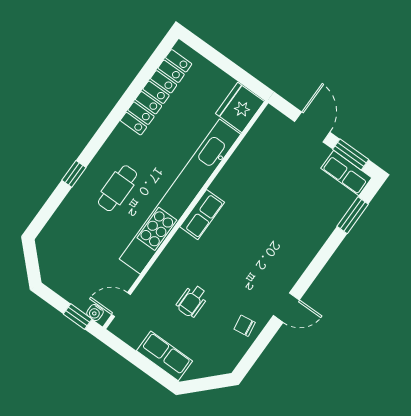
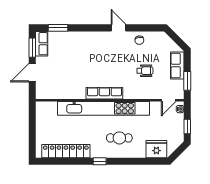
fridge: (240, 108) -> (156, 149), moved, turned 180
window: (74, 174) -> (100, 161), moved
row of seats: (202, 215) -> (104, 93), width x1.48
door: (121, 305) -> (169, 100), hinge flipped
window: (78, 316) -> (187, 127), moved
window: (130, 354) -> (187, 81), added

